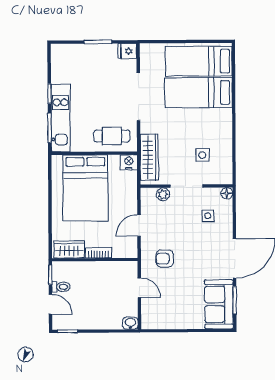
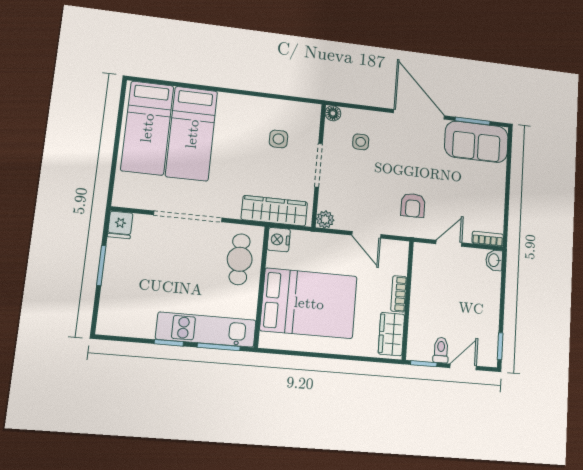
plant: (163, 194) -> (325, 219), moved
bookcase: (146, 317) -> (488, 239), added

